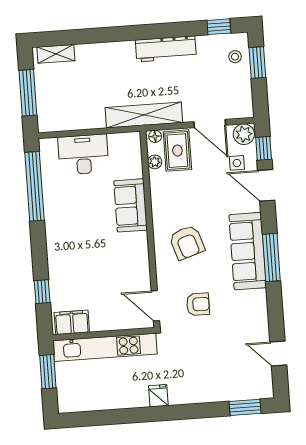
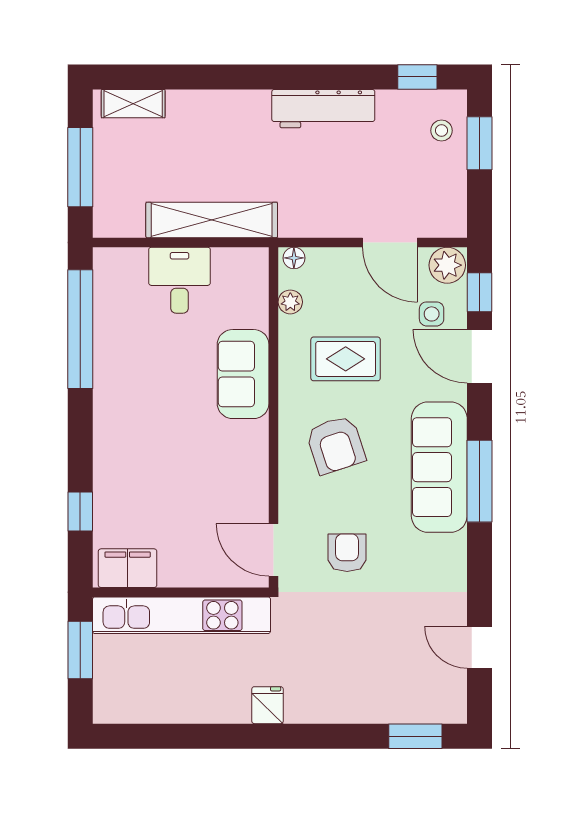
shelving: (144, 115) -> (212, 220), moved
rug: (177, 151) -> (346, 359), moved, turned 90
desk: (83, 154) -> (180, 280), width x0.73
armchair: (198, 304) -> (347, 553), turned -90

